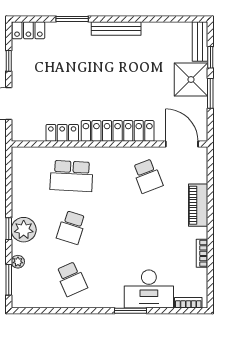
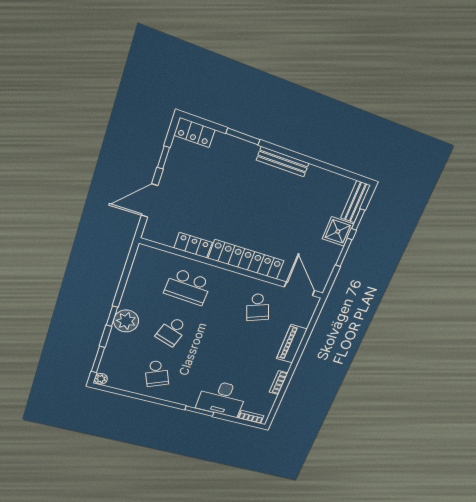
shower: (191, 80) -> (338, 231), width x0.73, depth x0.73
plant: (18, 262) -> (101, 379), moved

